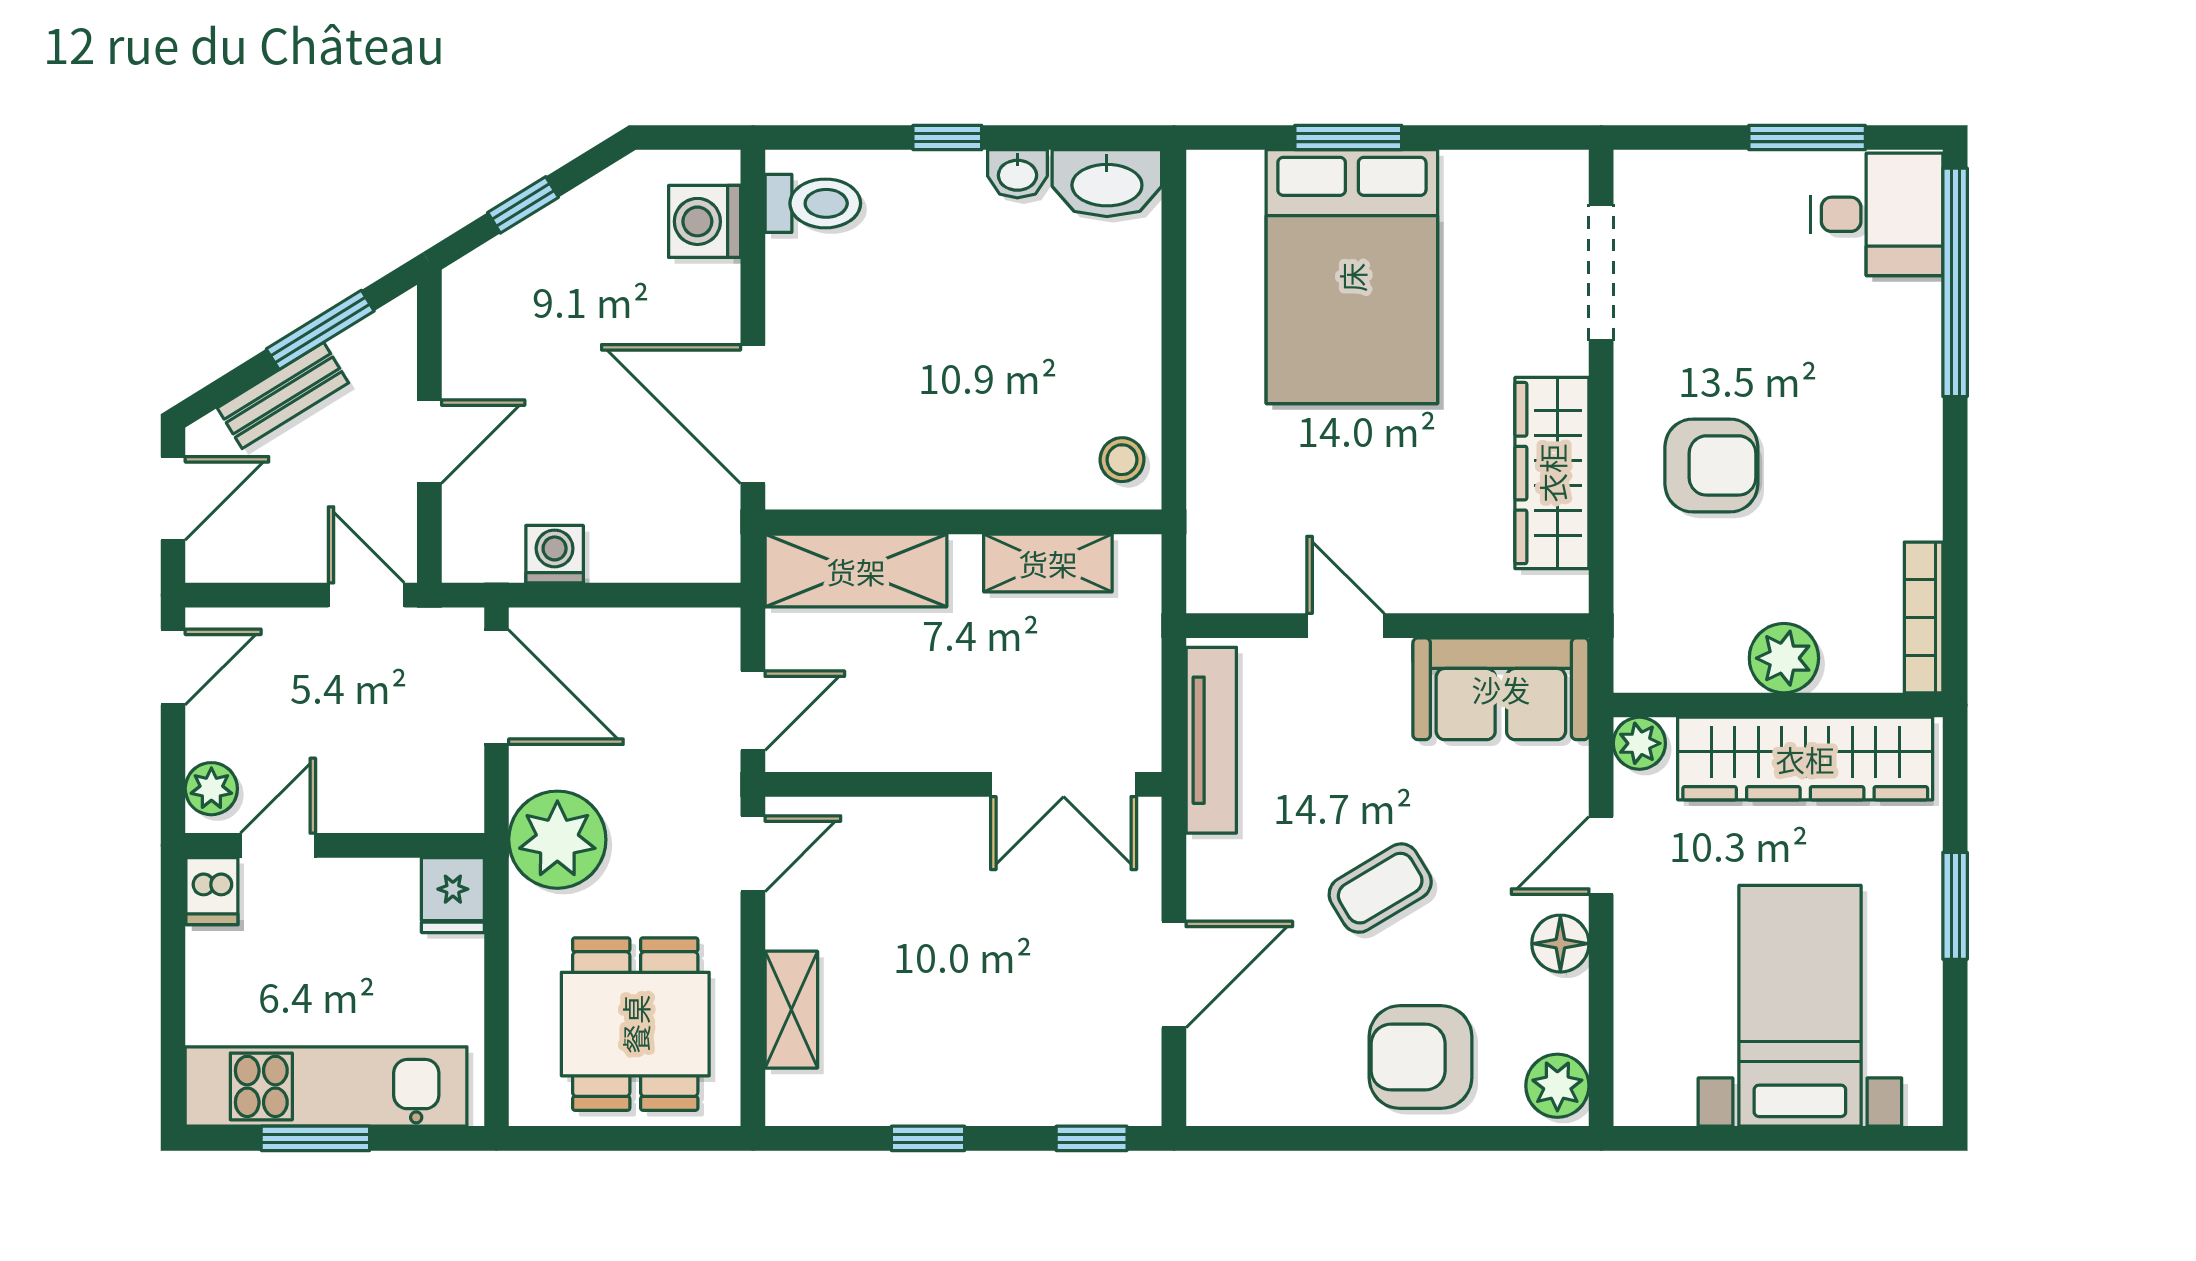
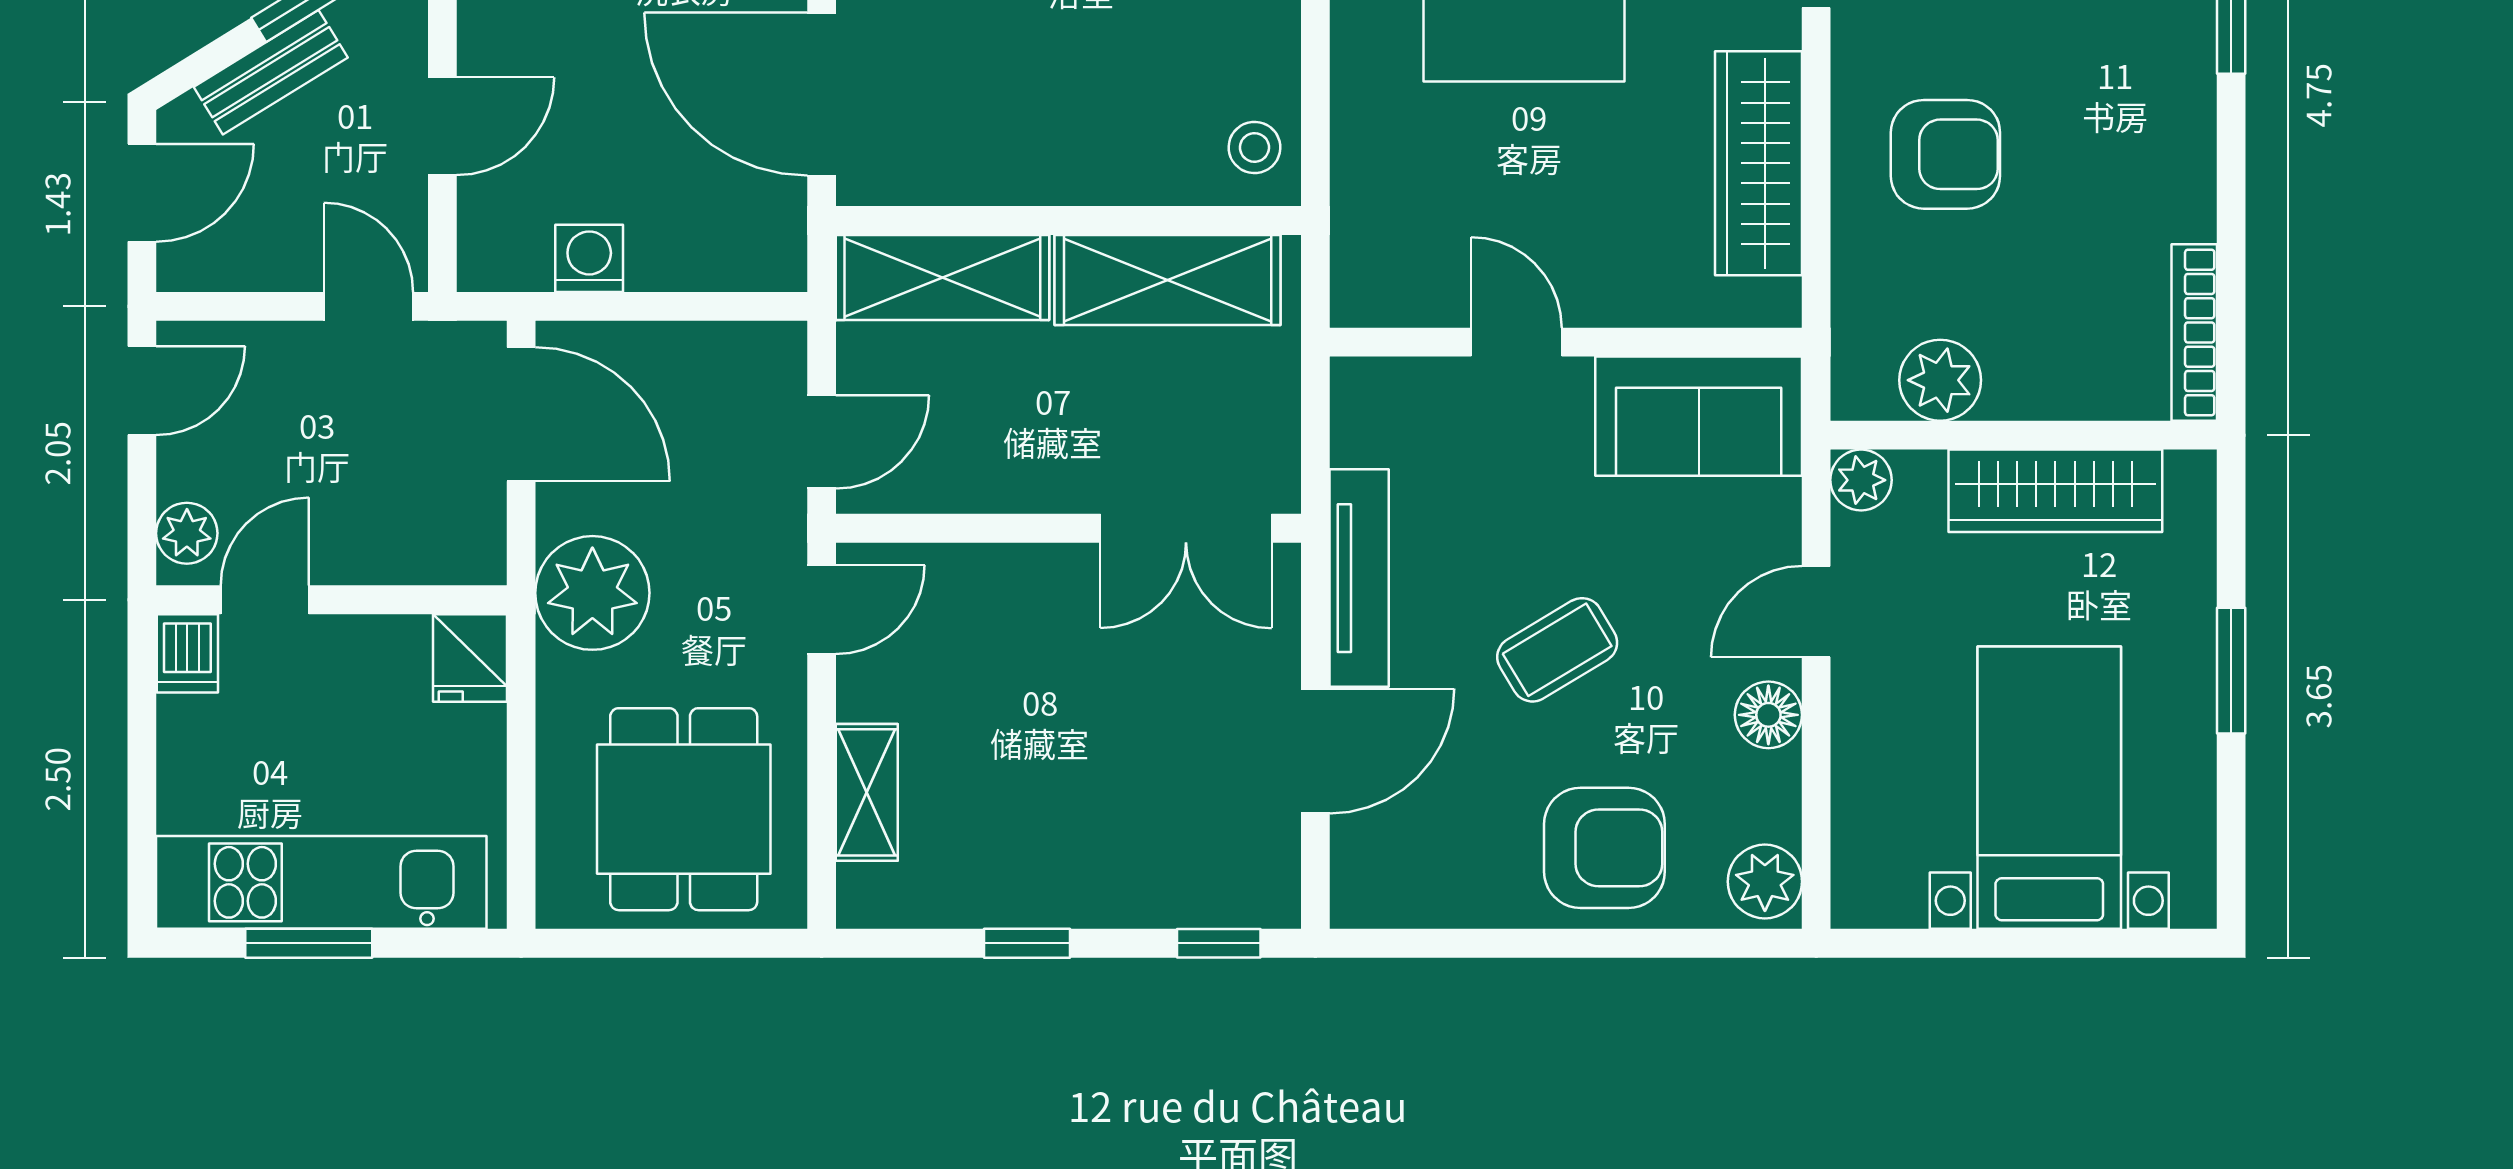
shelving: (1048, 563) -> (1168, 280), width x1.50, depth x1.33
plant: (1784, 658) -> (1940, 380), moved
tv unit: (1211, 740) -> (1359, 578), moved
wardrobe: (1805, 759) -> (2055, 491), width x0.71, depth x0.85
armchair: (1421, 1057) -> (1604, 848), turned 180

